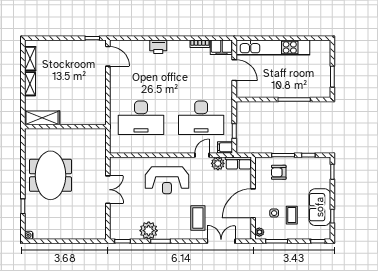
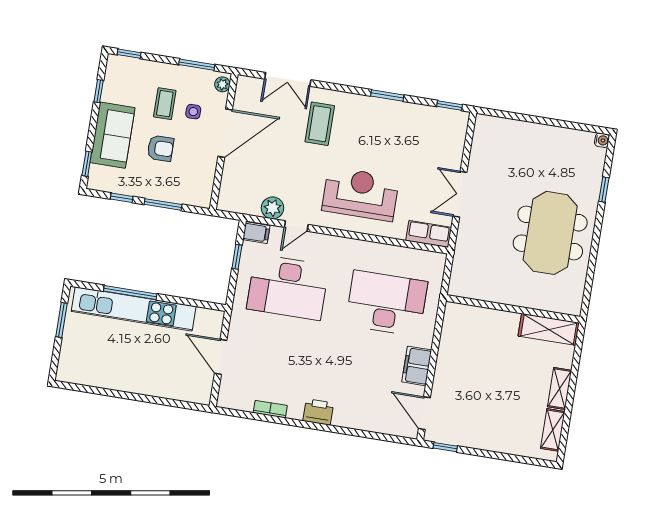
printer: (158, 47) -> (318, 412), moved
filing cabinet: (221, 47) -> (417, 366), moved, turned -90
kitchen unit: (273, 47) -> (134, 309), moved, turned 180
desk: (201, 118) -> (288, 287), turned 180
row of seats: (238, 163) -> (429, 234), moved
armchair: (279, 172) -> (160, 148), moved
sofa: (320, 207) -> (113, 135), moved
plant: (149, 231) -> (404, 116), removed

